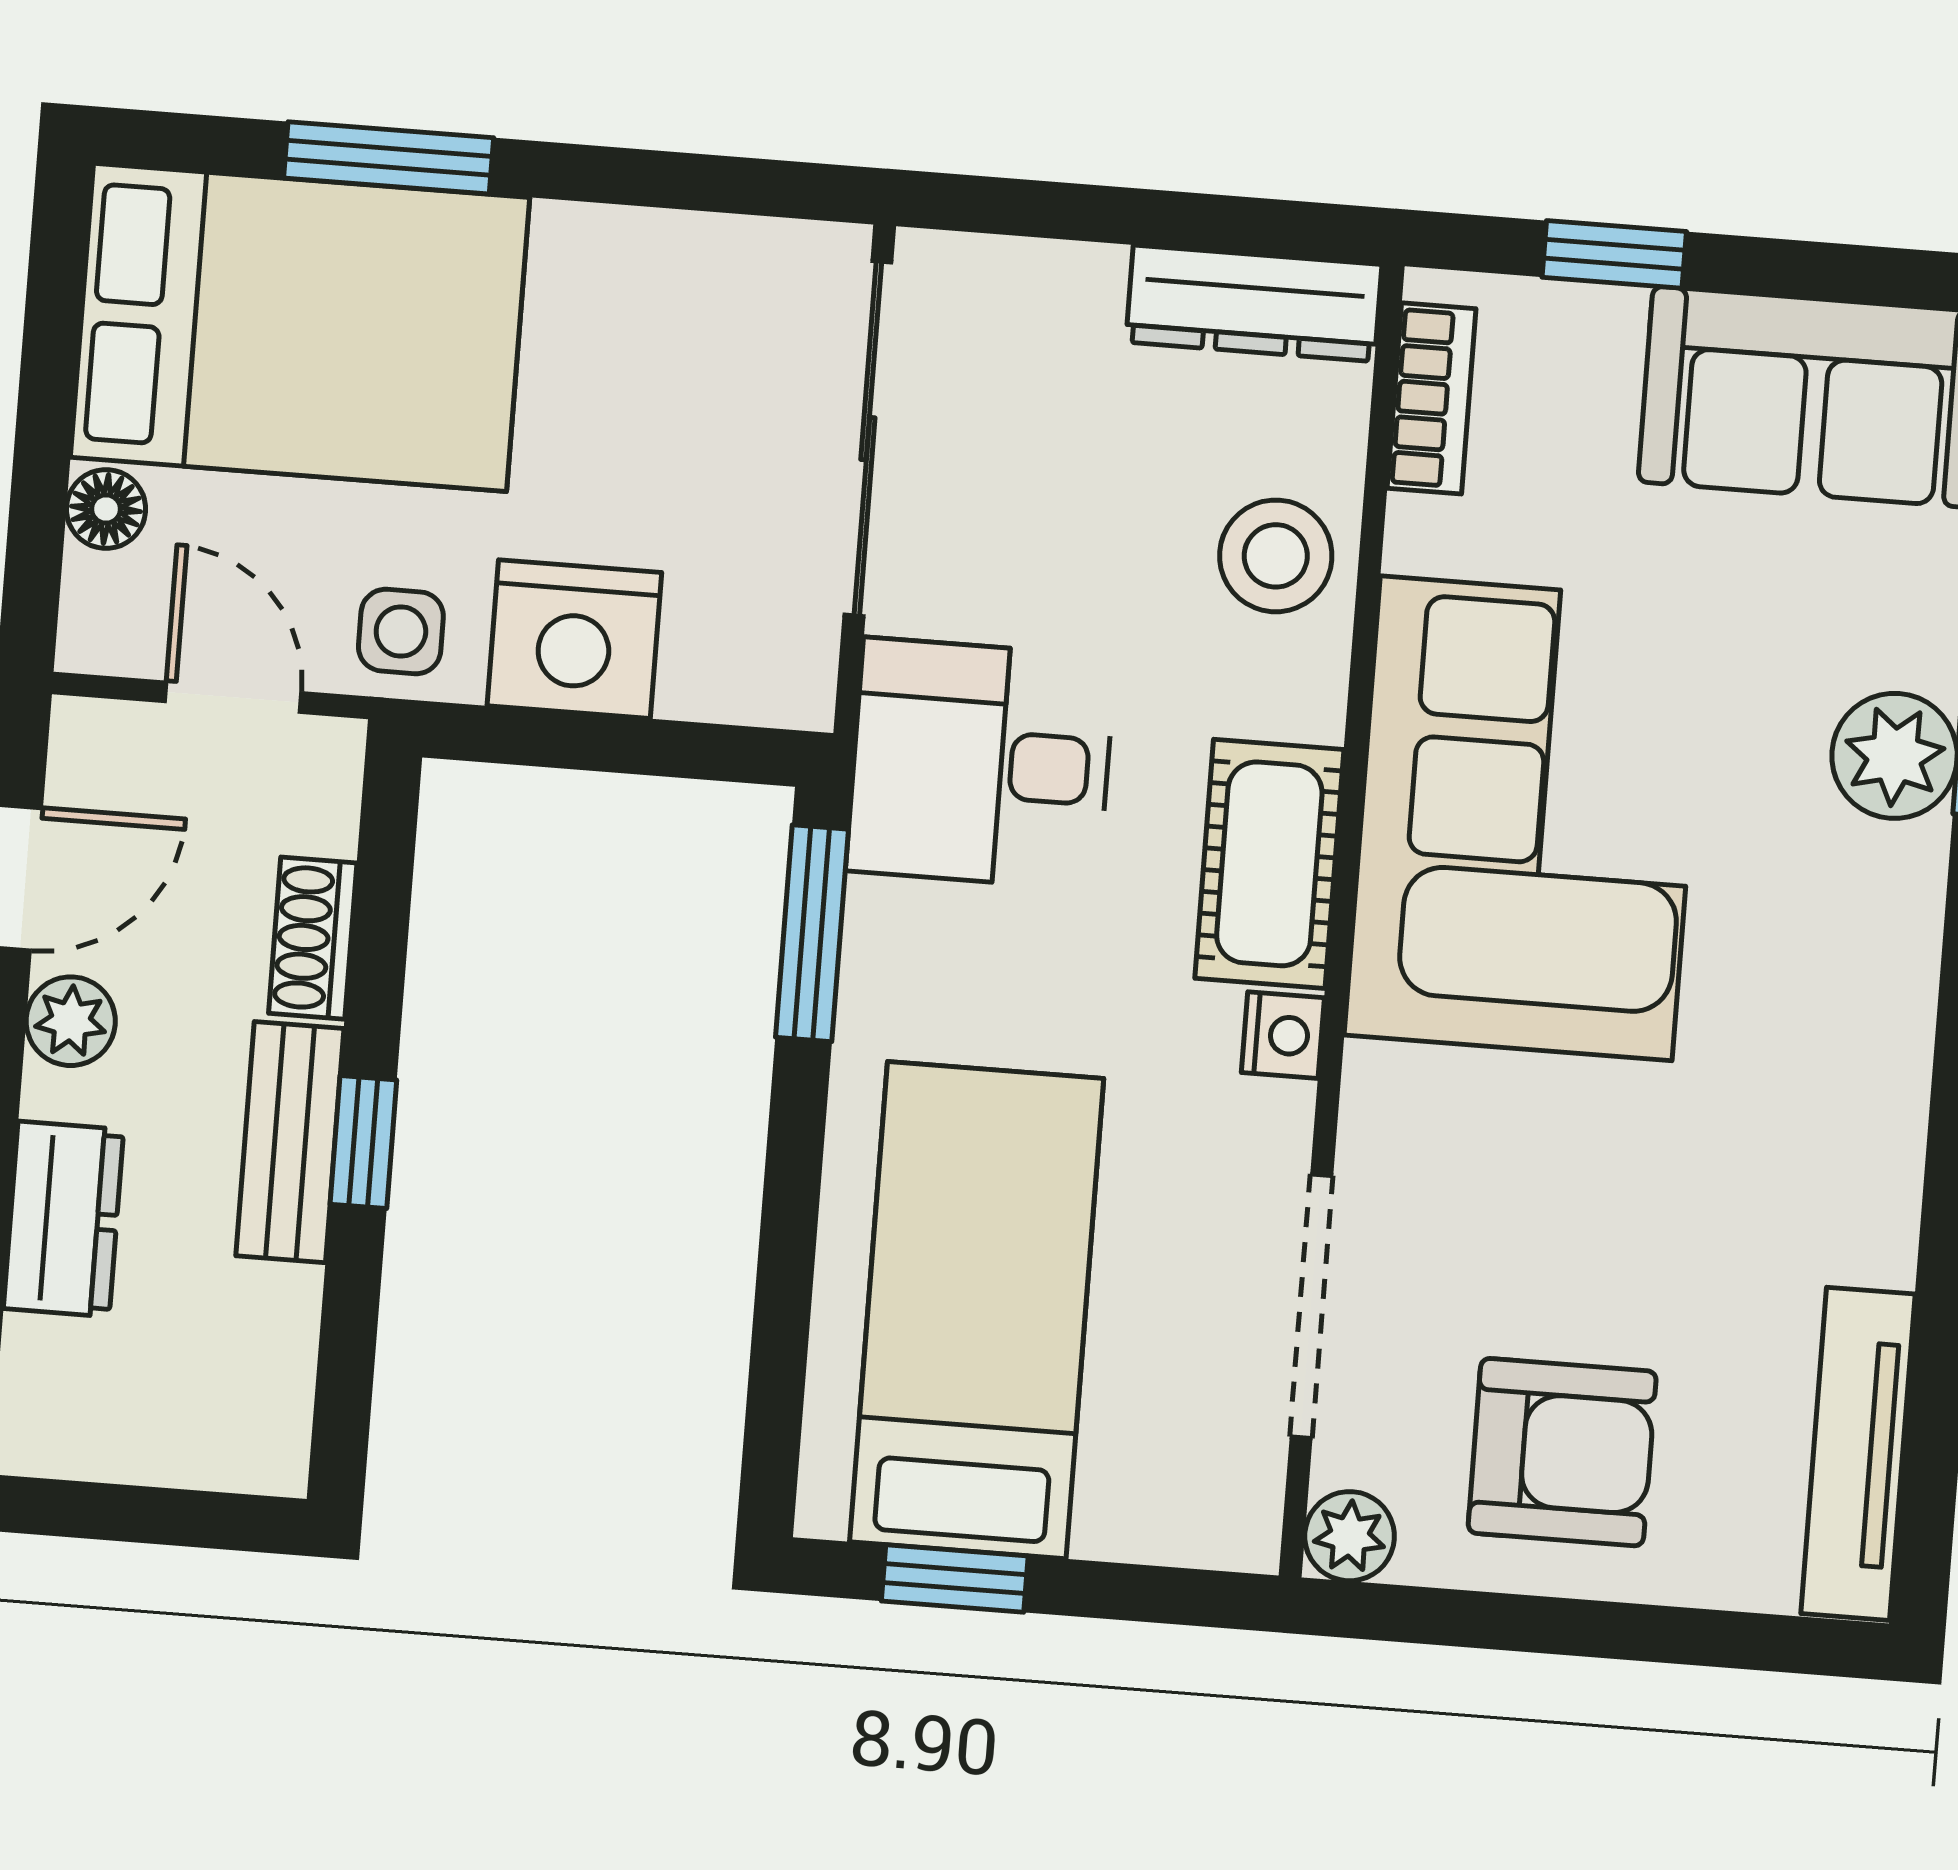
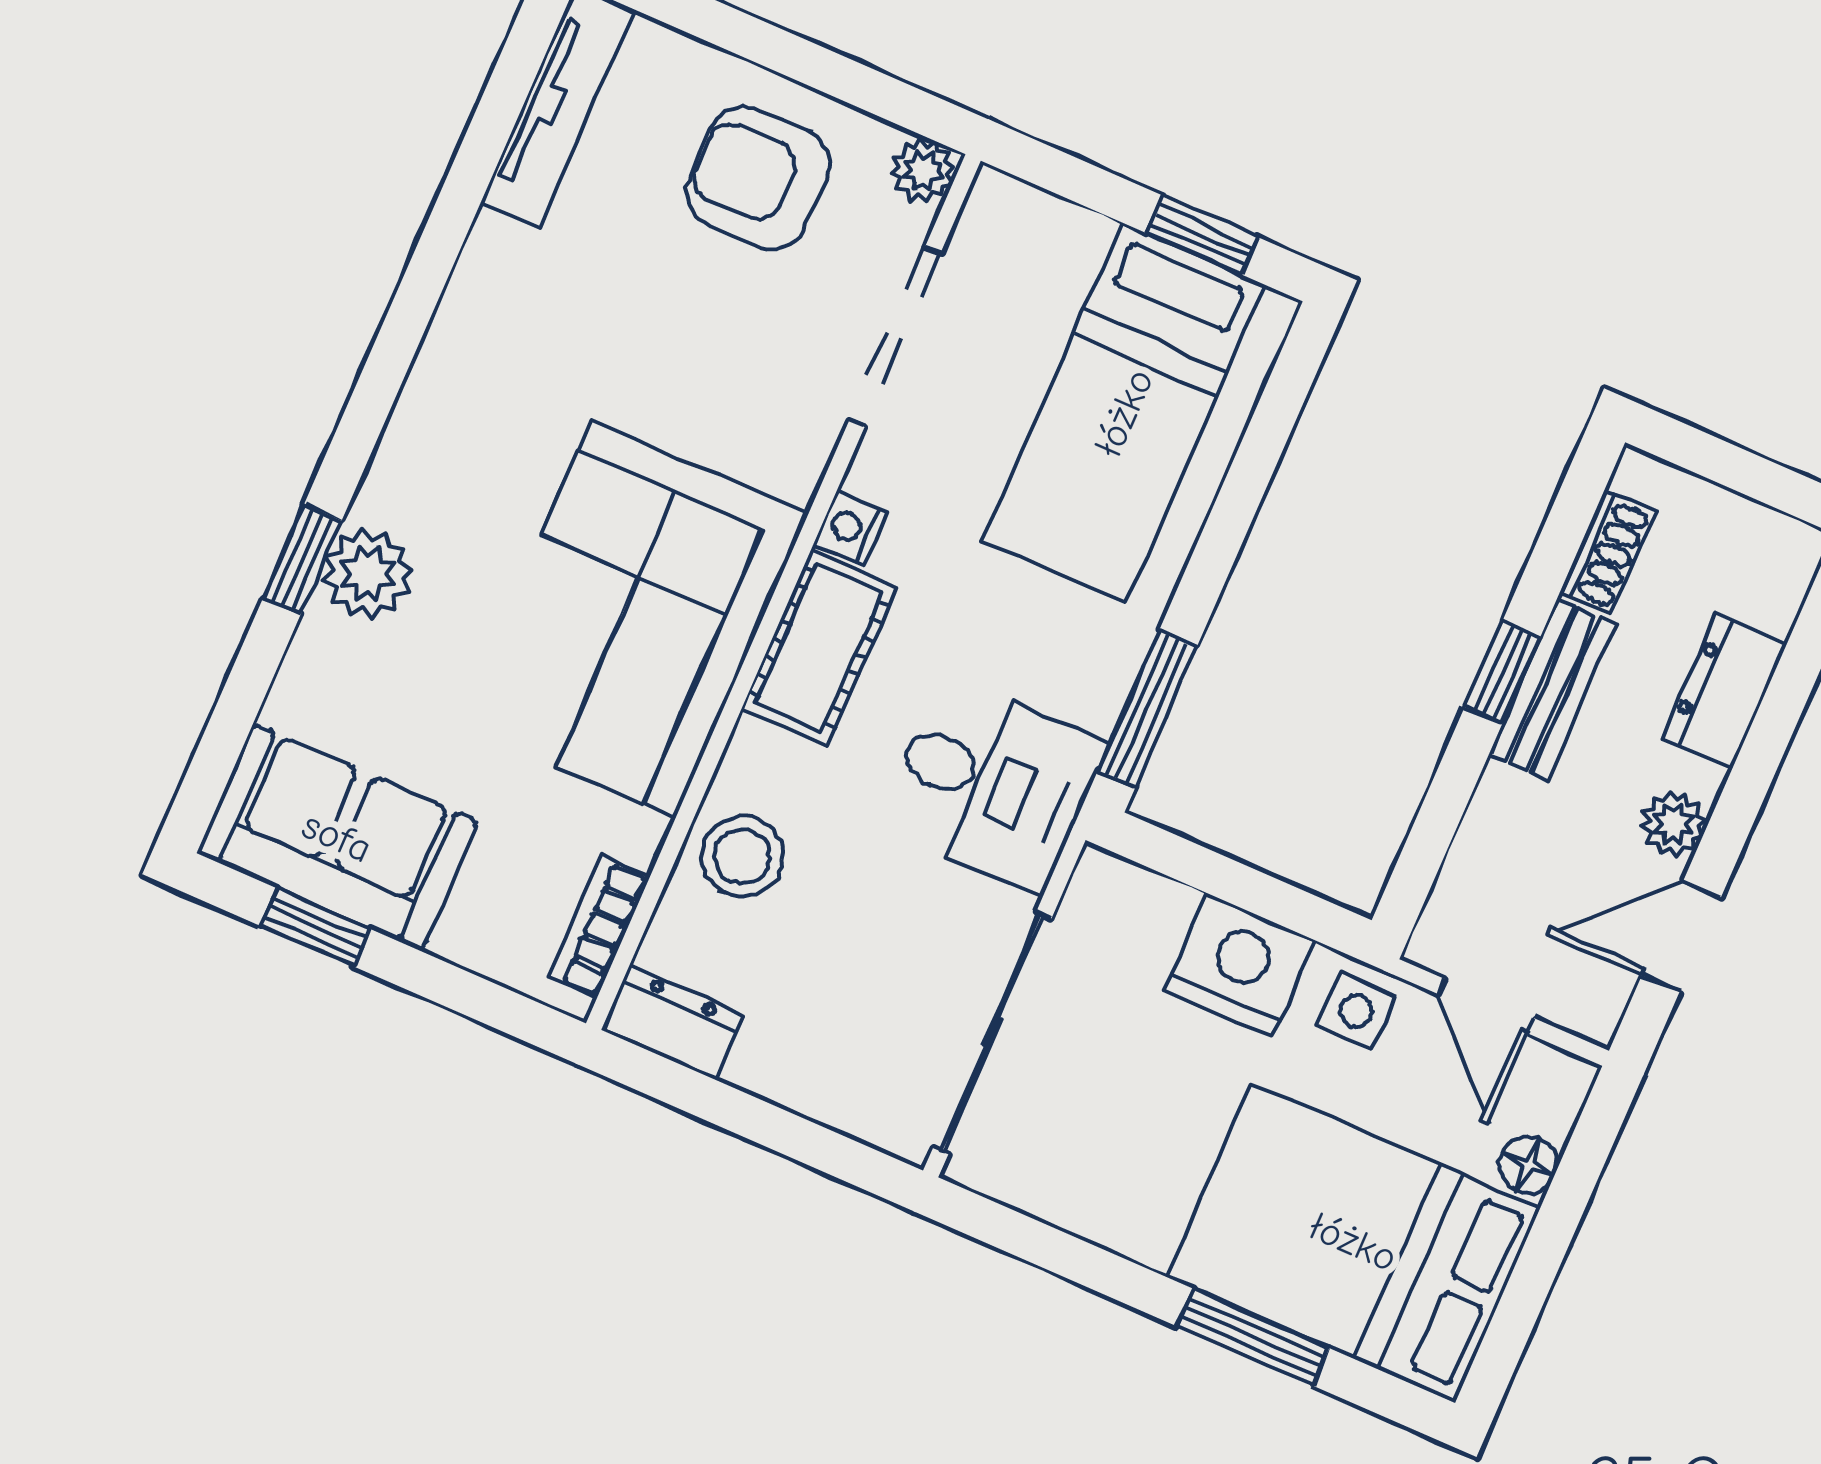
window: (1614, 254) -> (315, 927), moved
dresser: (1254, 303) -> (672, 1023), width x0.70
shoe rack: (313, 938) -> (1607, 552), moved

